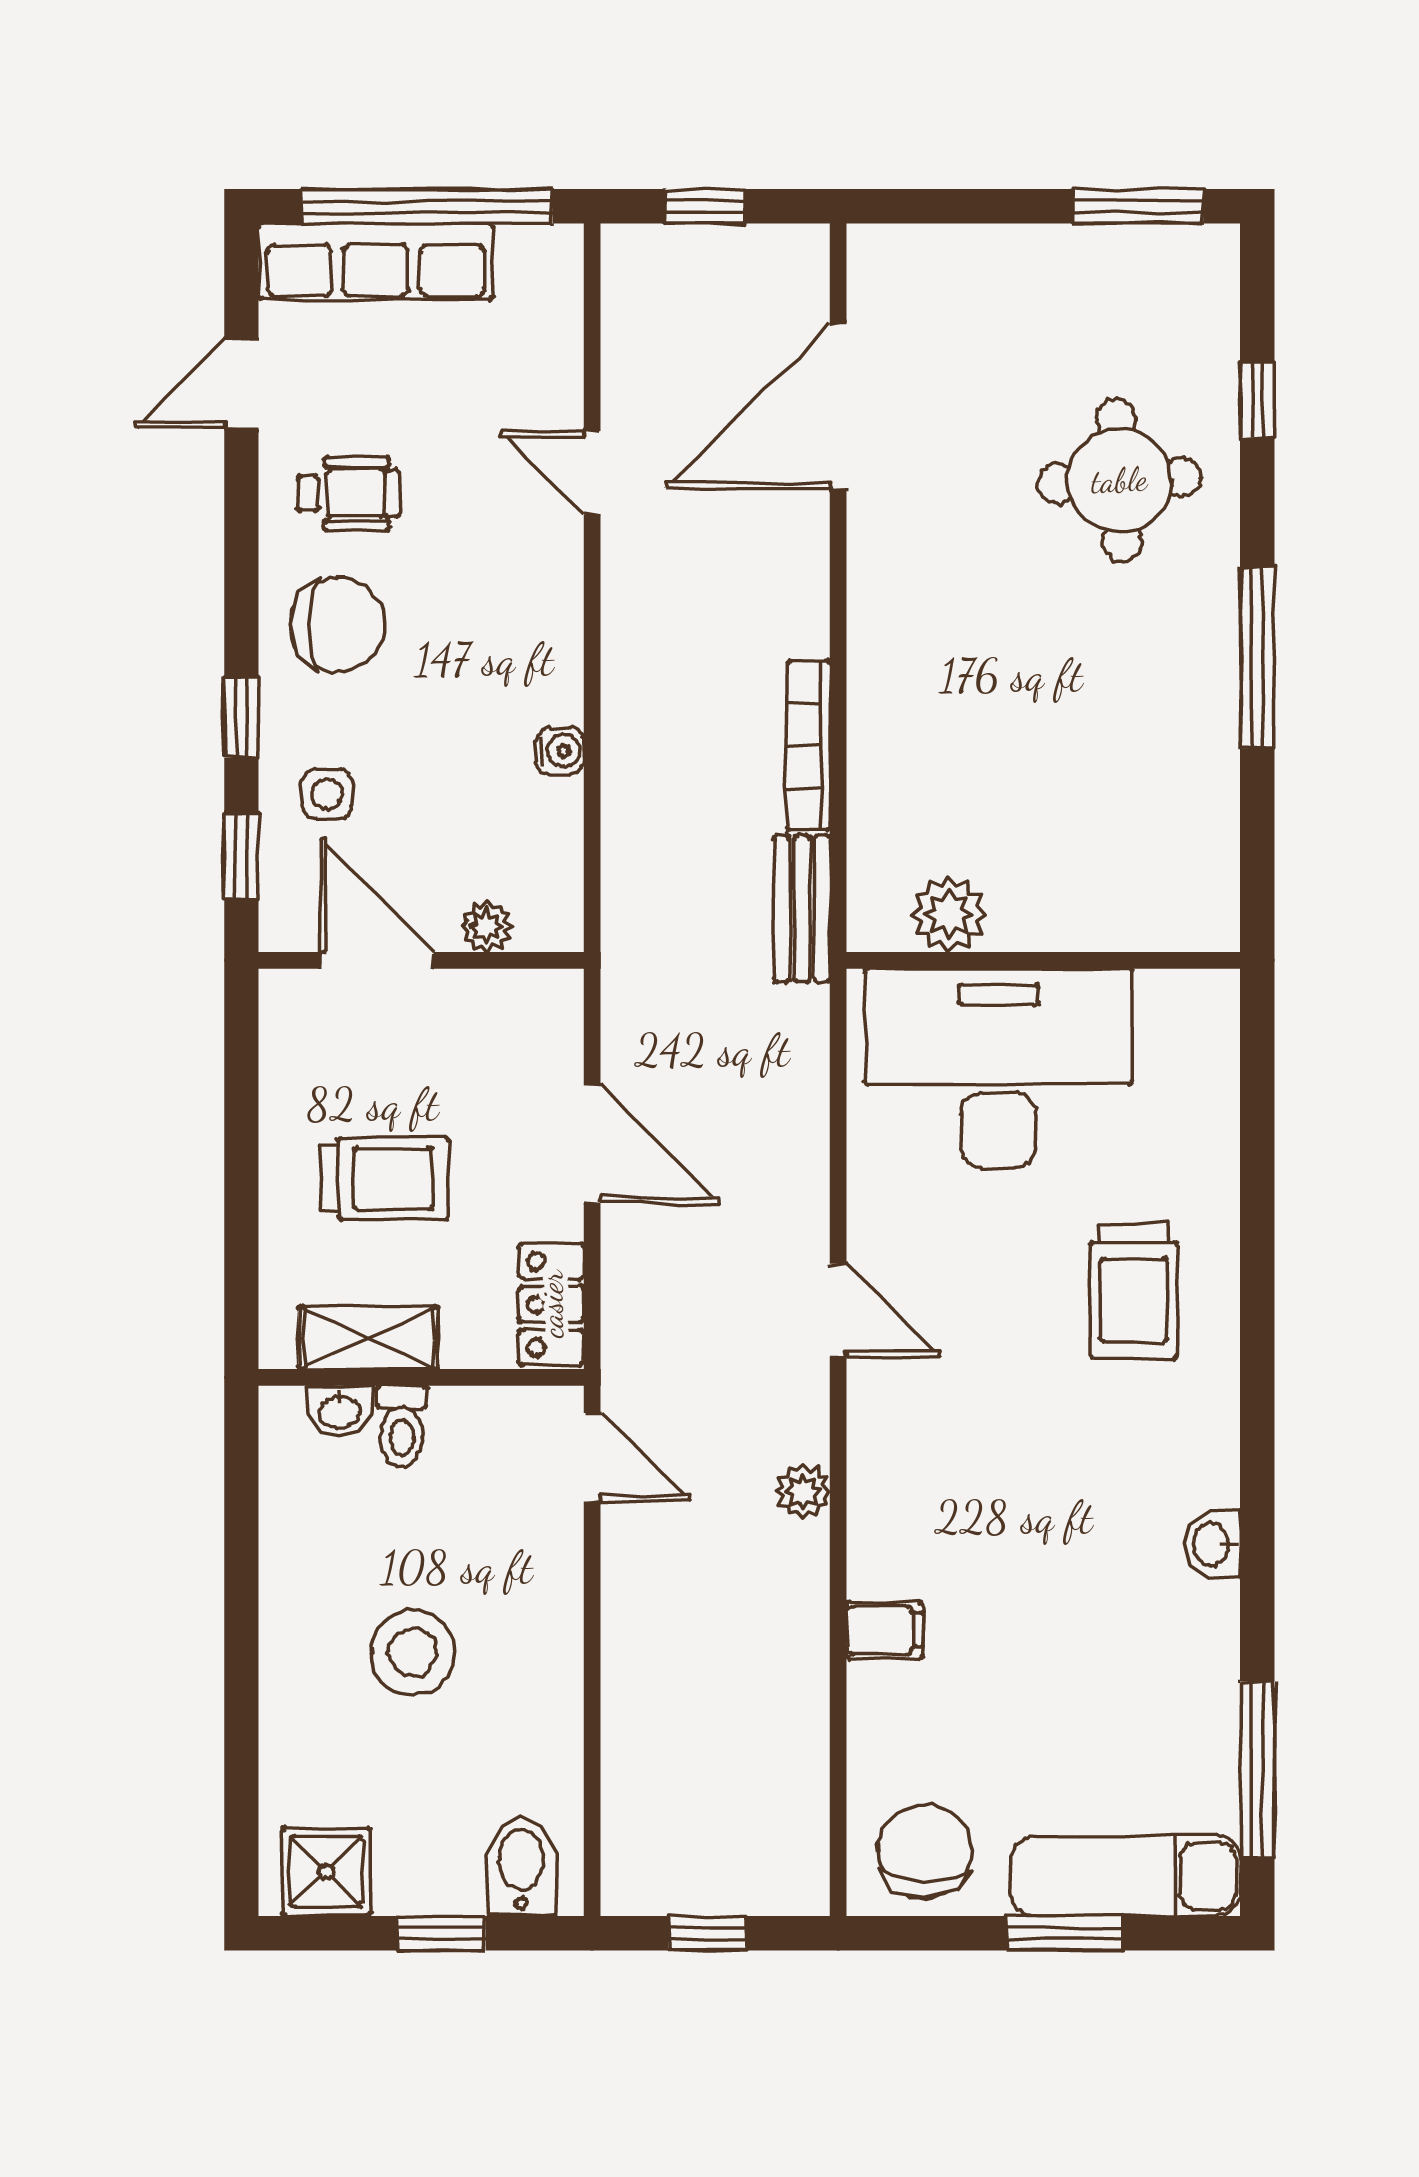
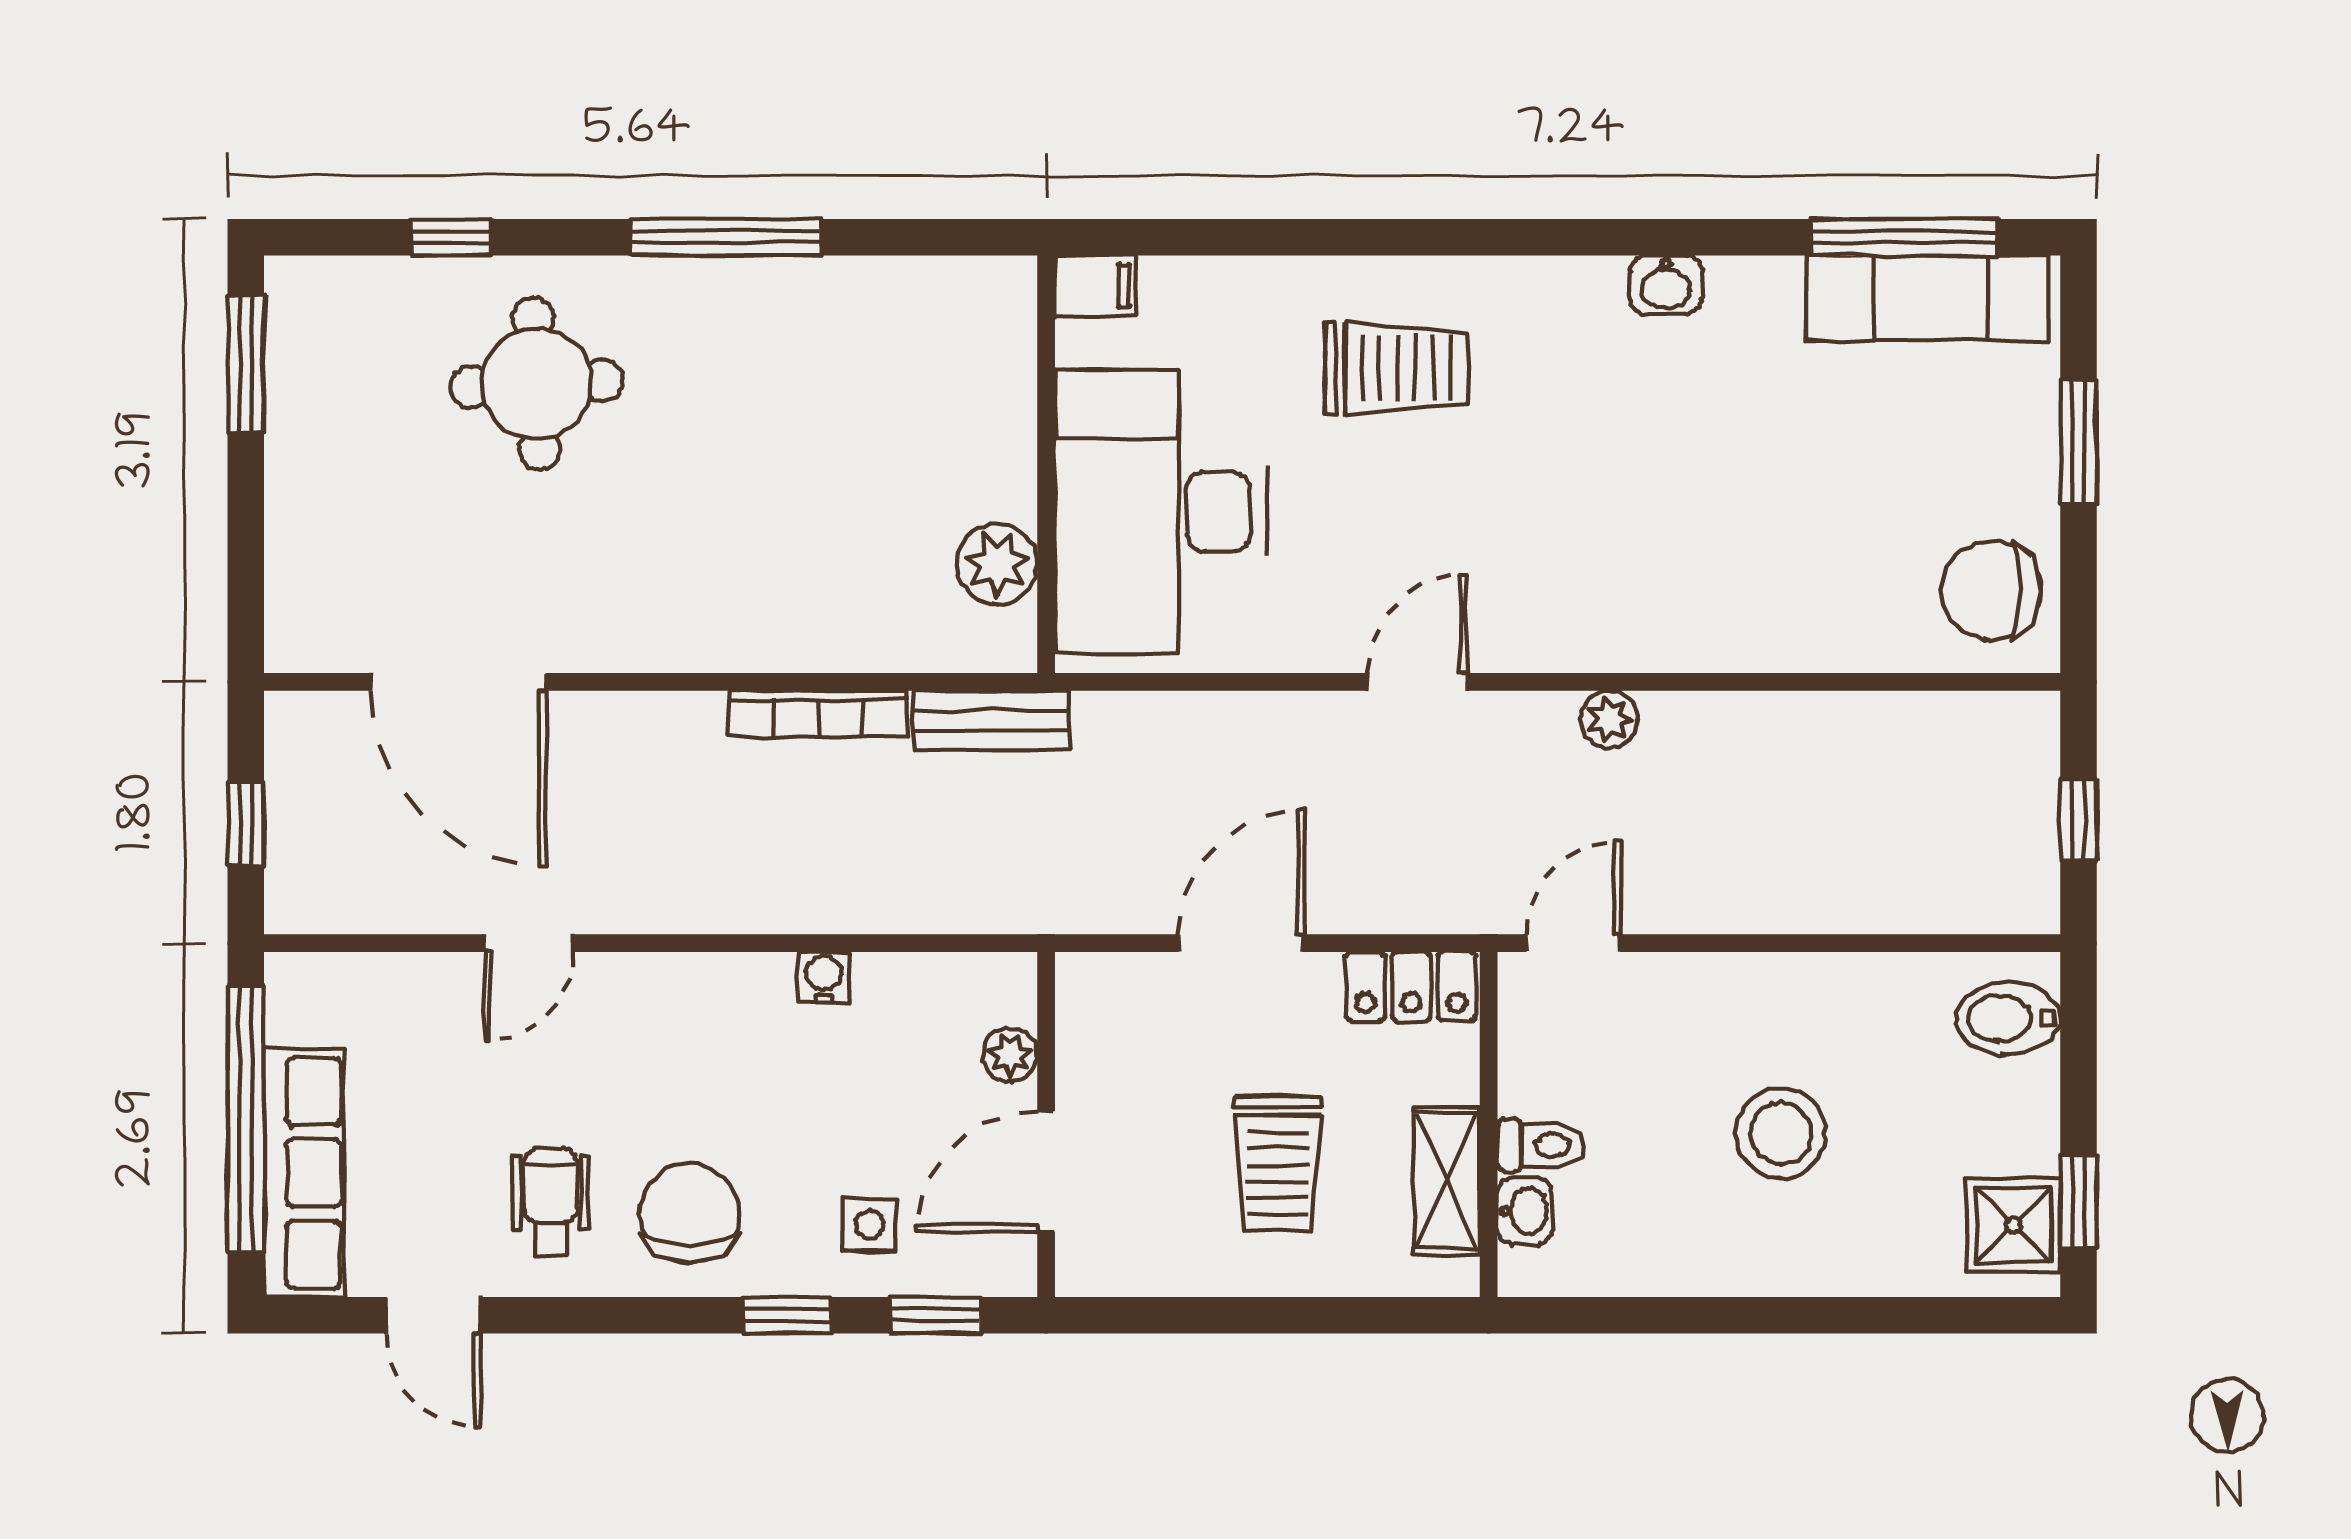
trolley: (384, 1179) -> (1278, 1164), turned 180
filing cabinet: (885, 1630) -> (1095, 286), moved, turned 90
exam couch: (1125, 1876) -> (1928, 298), moved, turned -90
window: (442, 1933) -> (2079, 1202), moved

